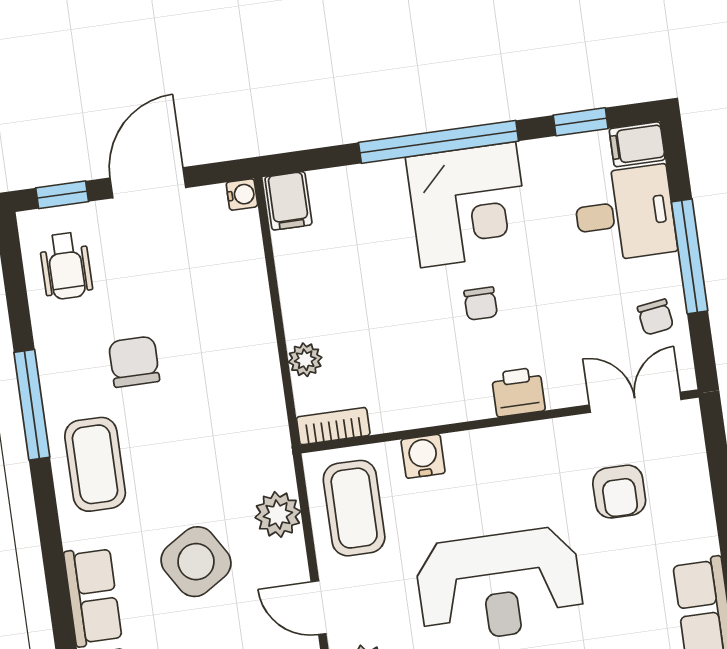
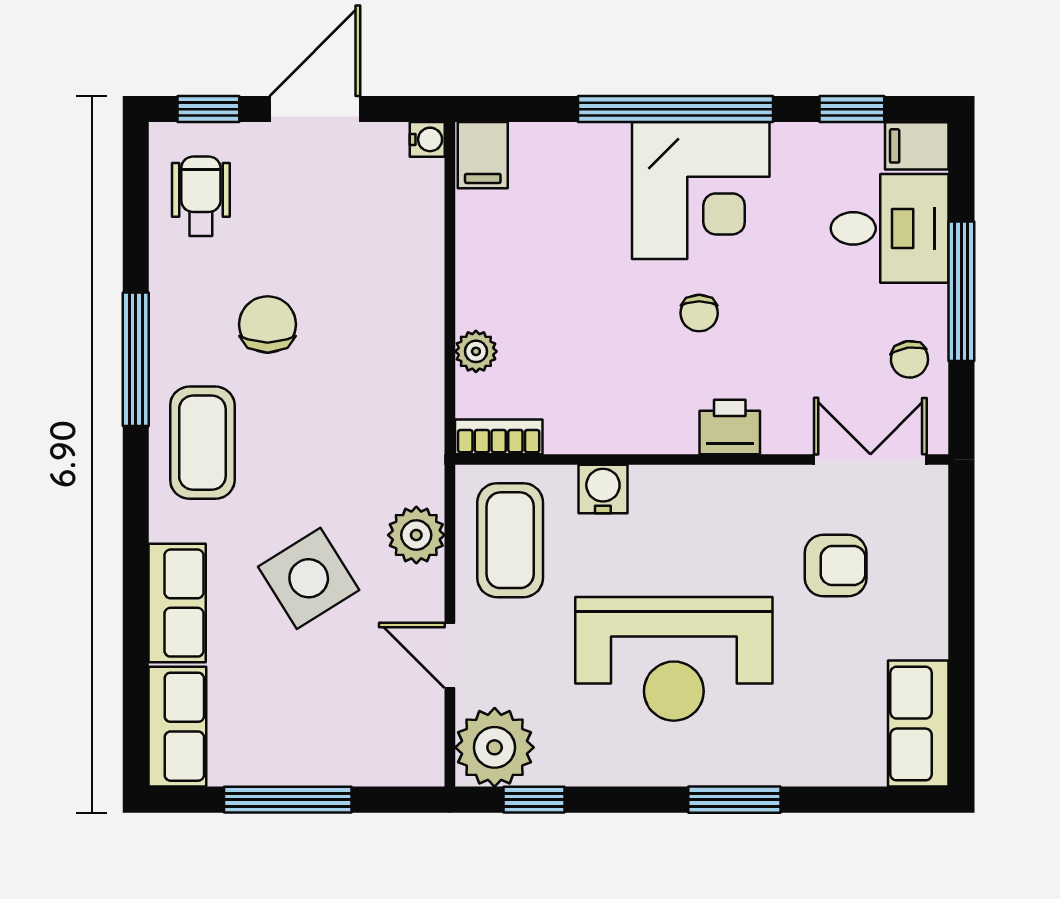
wheelchair: (66, 266) -> (201, 196), turned 180
armchair: (619, 492) -> (836, 566), turned -90

